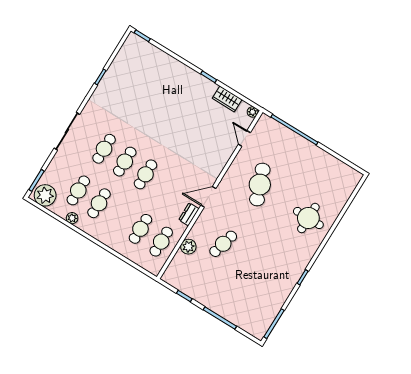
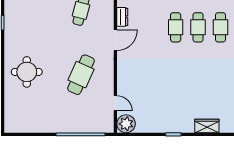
wardrobe: (227, 99) -> (207, 126), moved
plant: (253, 112) -> (126, 124), width x1.87, depth x1.87
cafe table: (260, 185) -> (81, 75), turned 45

